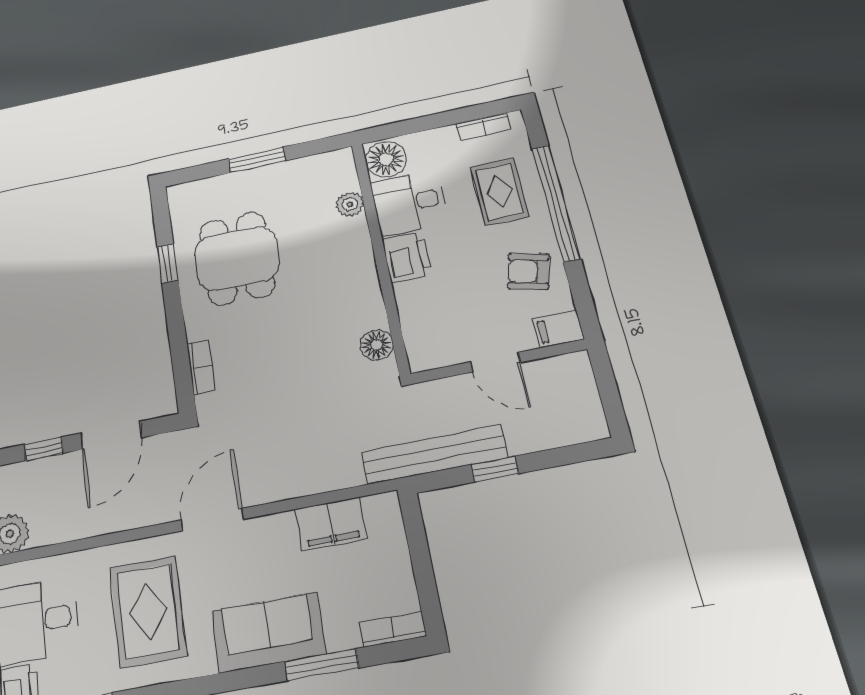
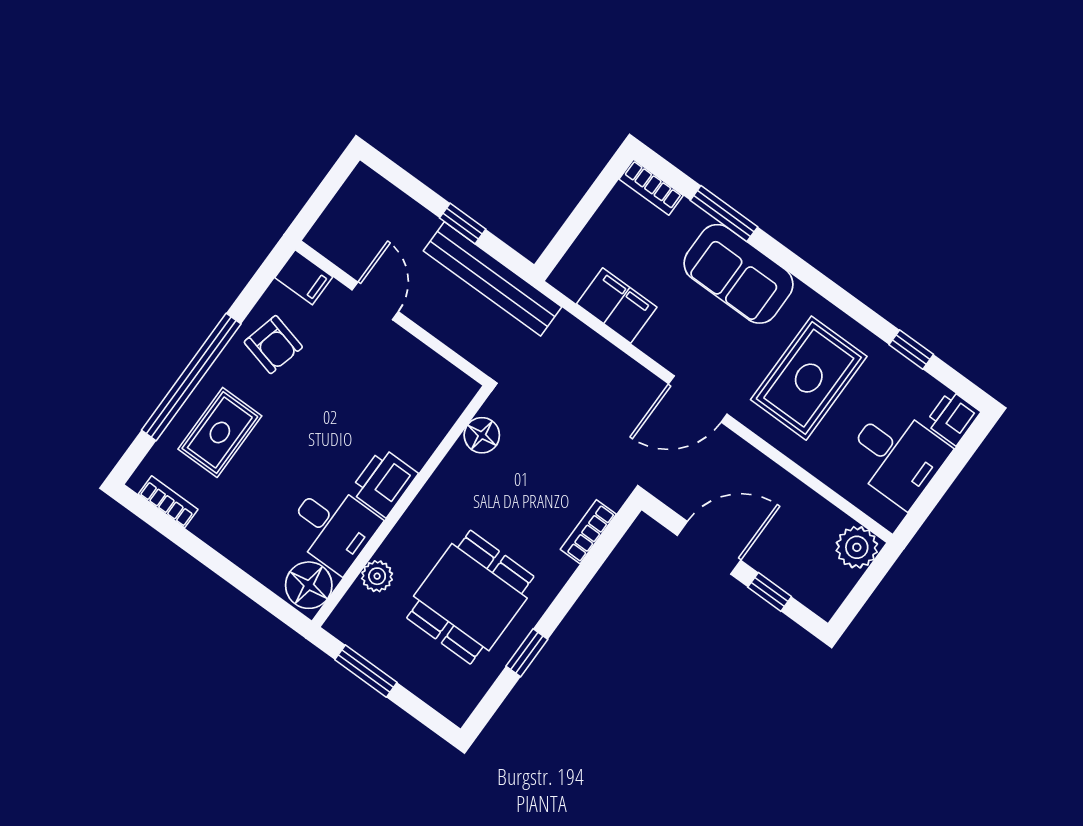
floor lamp: (386, 159) -> (309, 585), moved
desk: (409, 203) -> (333, 527), moved
plant: (350, 204) -> (377, 576), moved
wall: (380, 255) -> (402, 506), moved
printer: (407, 257) -> (384, 482), moved
floor lamp: (376, 345) -> (482, 435), moved

